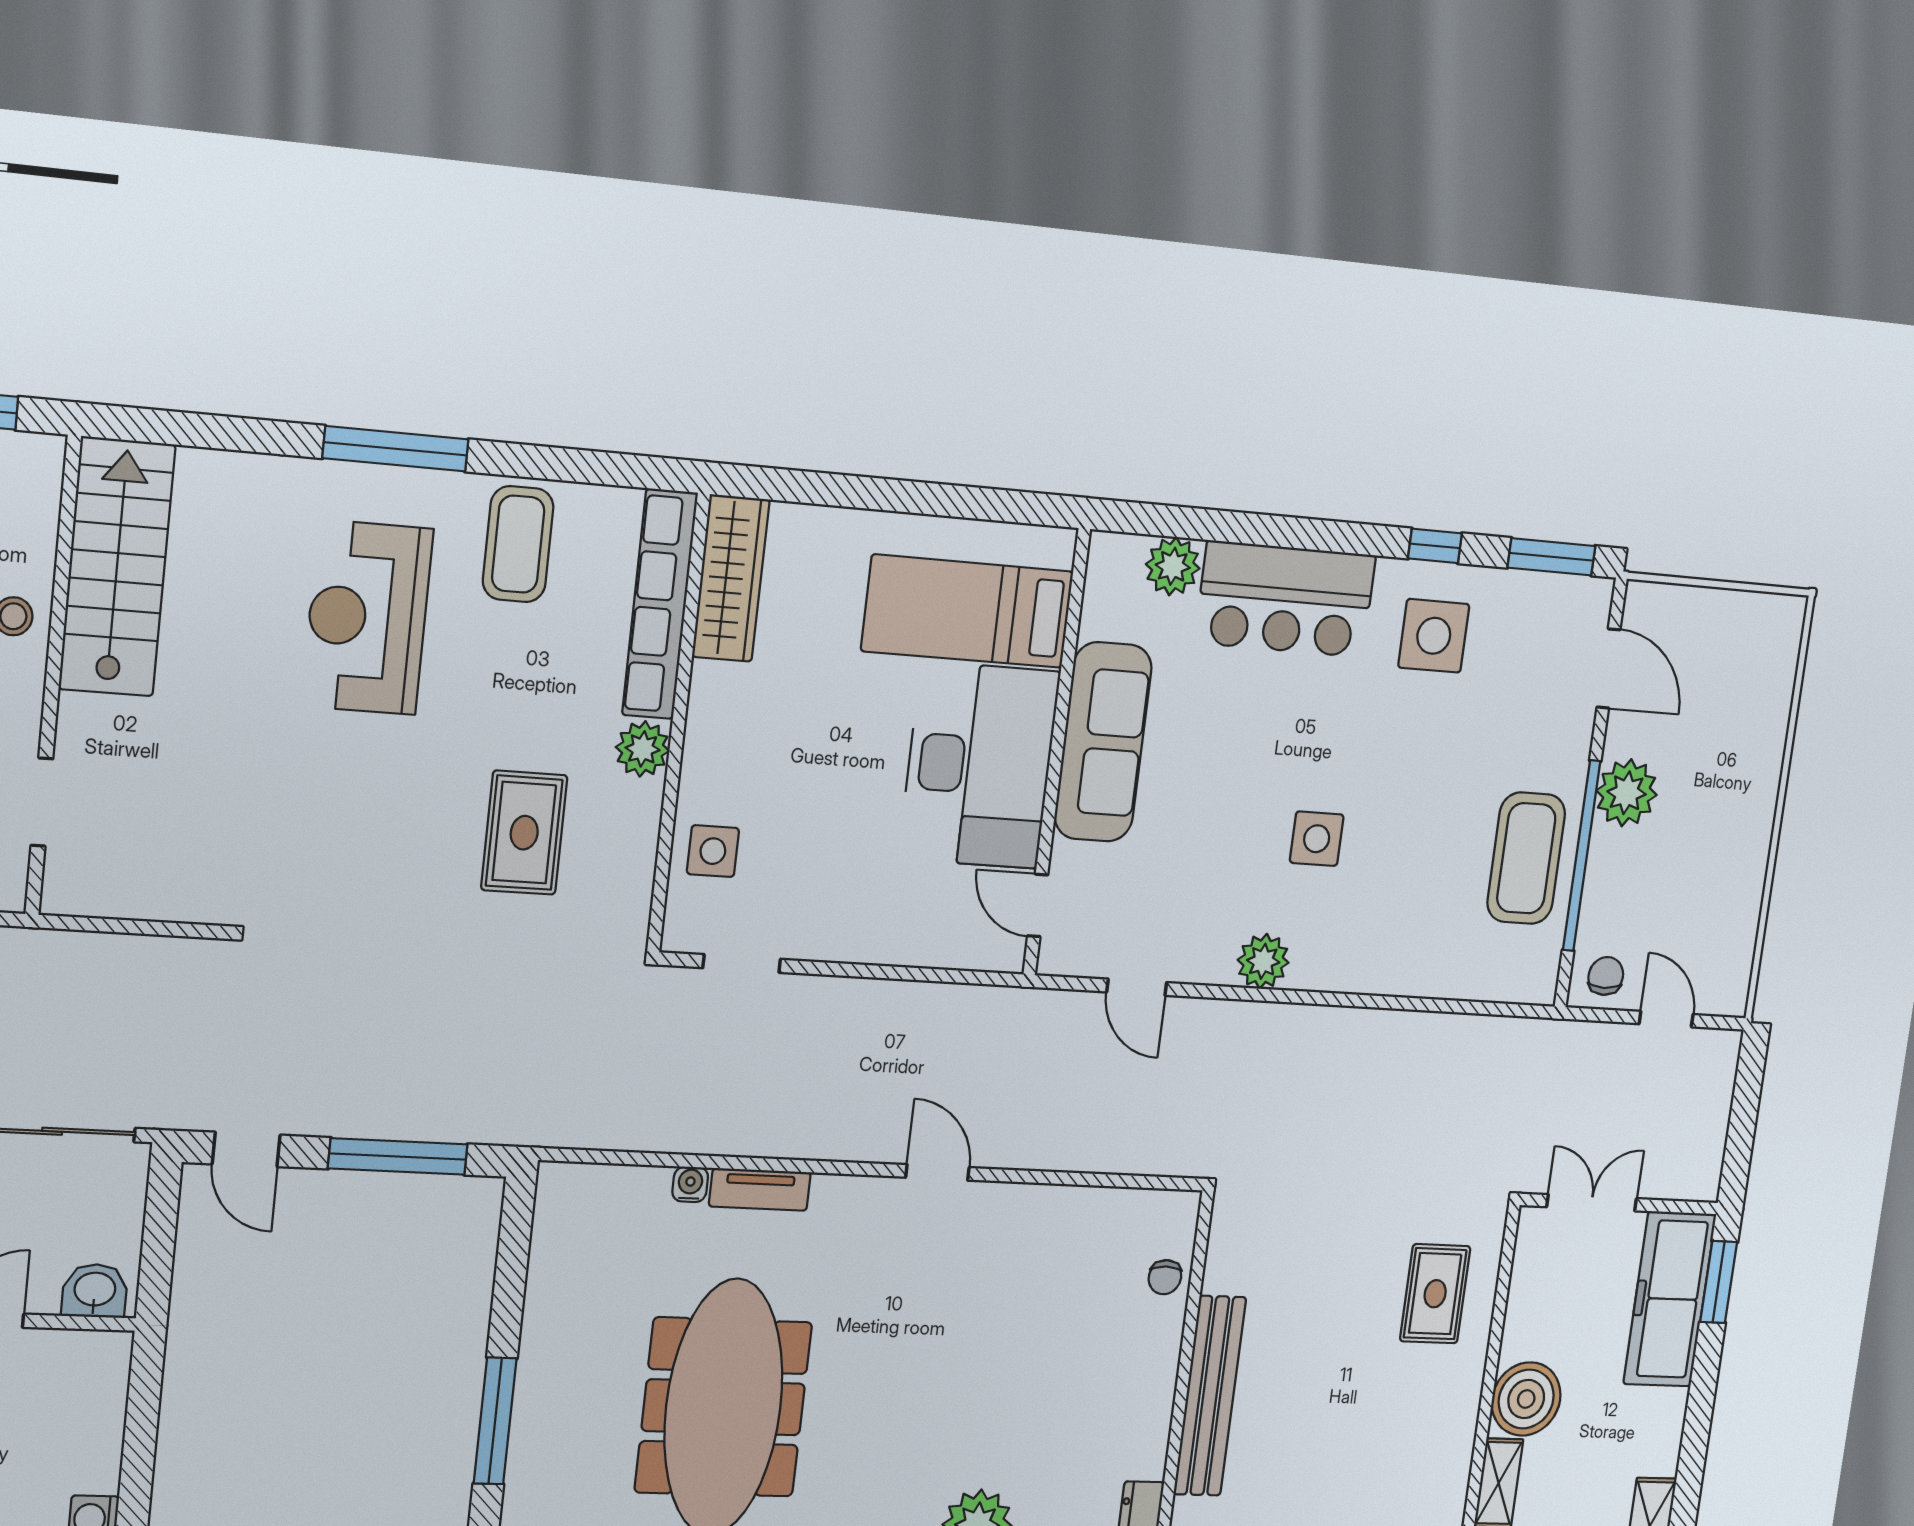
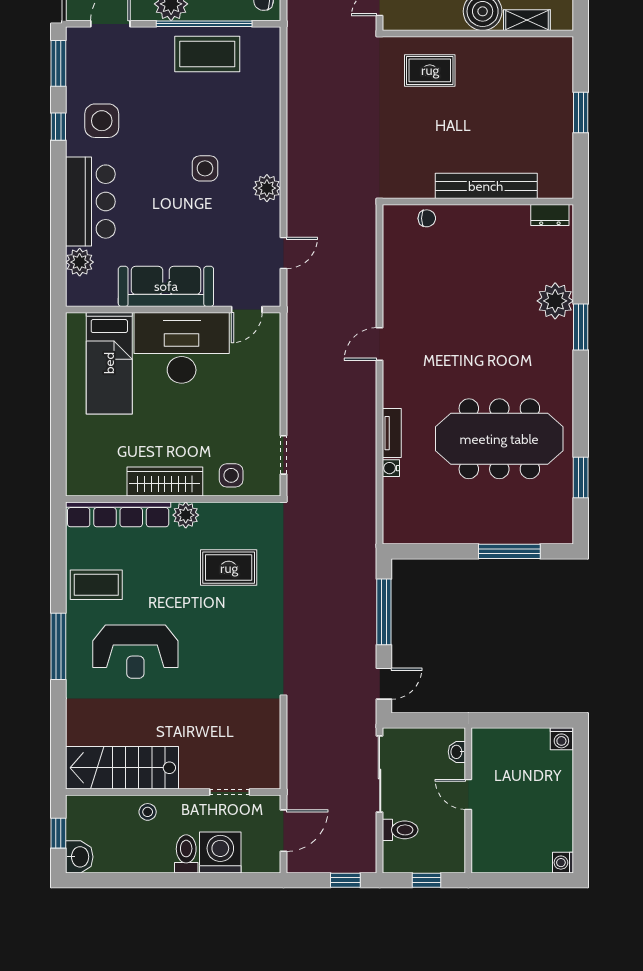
wardrobe: (731, 578) -> (165, 482), moved
washbasin: (95, 1291) -> (457, 752), width x0.72, depth x0.69

